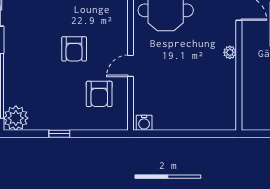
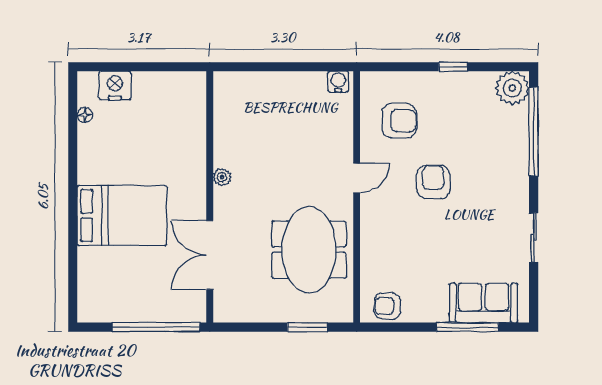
door: (131, 66) -> (357, 178), moved
armchair: (99, 94) -> (399, 121), turned 90

